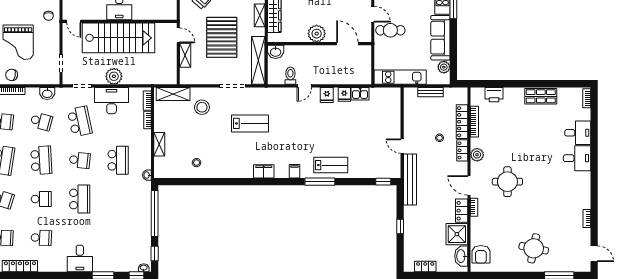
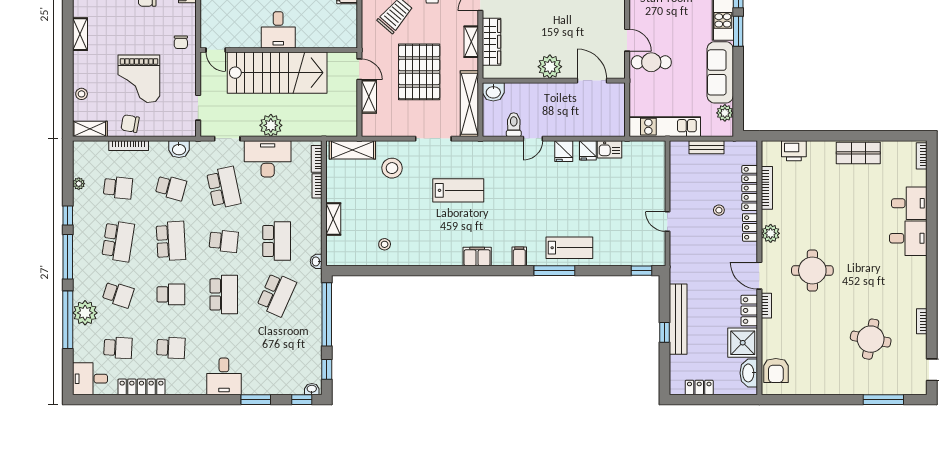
bench: (410, 179) -> (678, 319), moved
school desk: (118, 199) -> (277, 294), added
round table: (534, 248) -> (871, 339), moved

